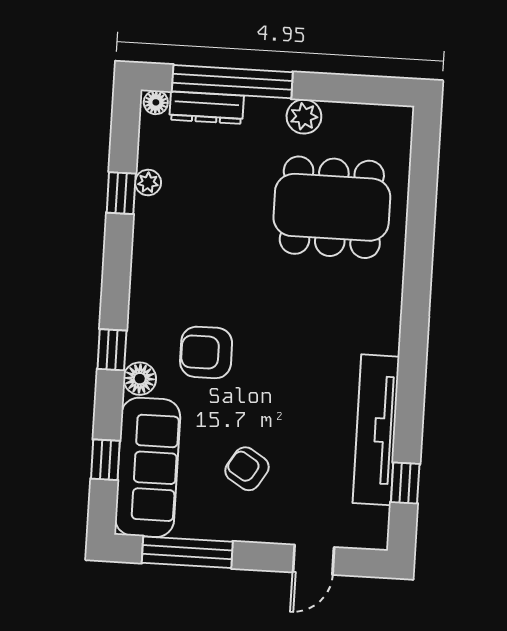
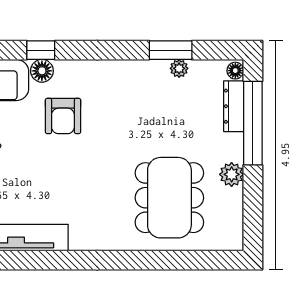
window: (121, 193) -> (171, 50), width x1.50
window: (112, 350) -> (41, 50), moved
armchair: (206, 352) -> (63, 116), turned 180

